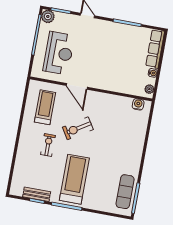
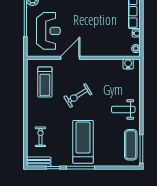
door: (77, 86) -> (70, 58), swing flipped
treadmill: (45, 107) -> (45, 82), turned 180
exercise bike: (48, 145) -> (40, 137), moved
weight bench: (124, 152) -> (123, 109), added
bench: (37, 194) -> (39, 162), moved

